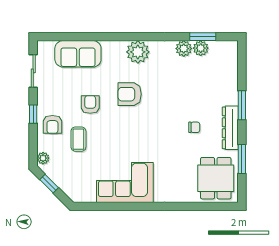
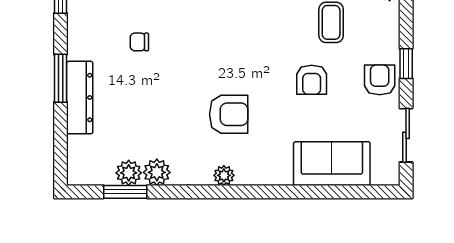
plant: (138, 52) -> (224, 175), width x0.53, depth x0.53
armchair: (130, 94) -> (229, 114), moved
armchair: (52, 124) -> (380, 80), moved
dresser: (230, 128) -> (80, 98), moved

